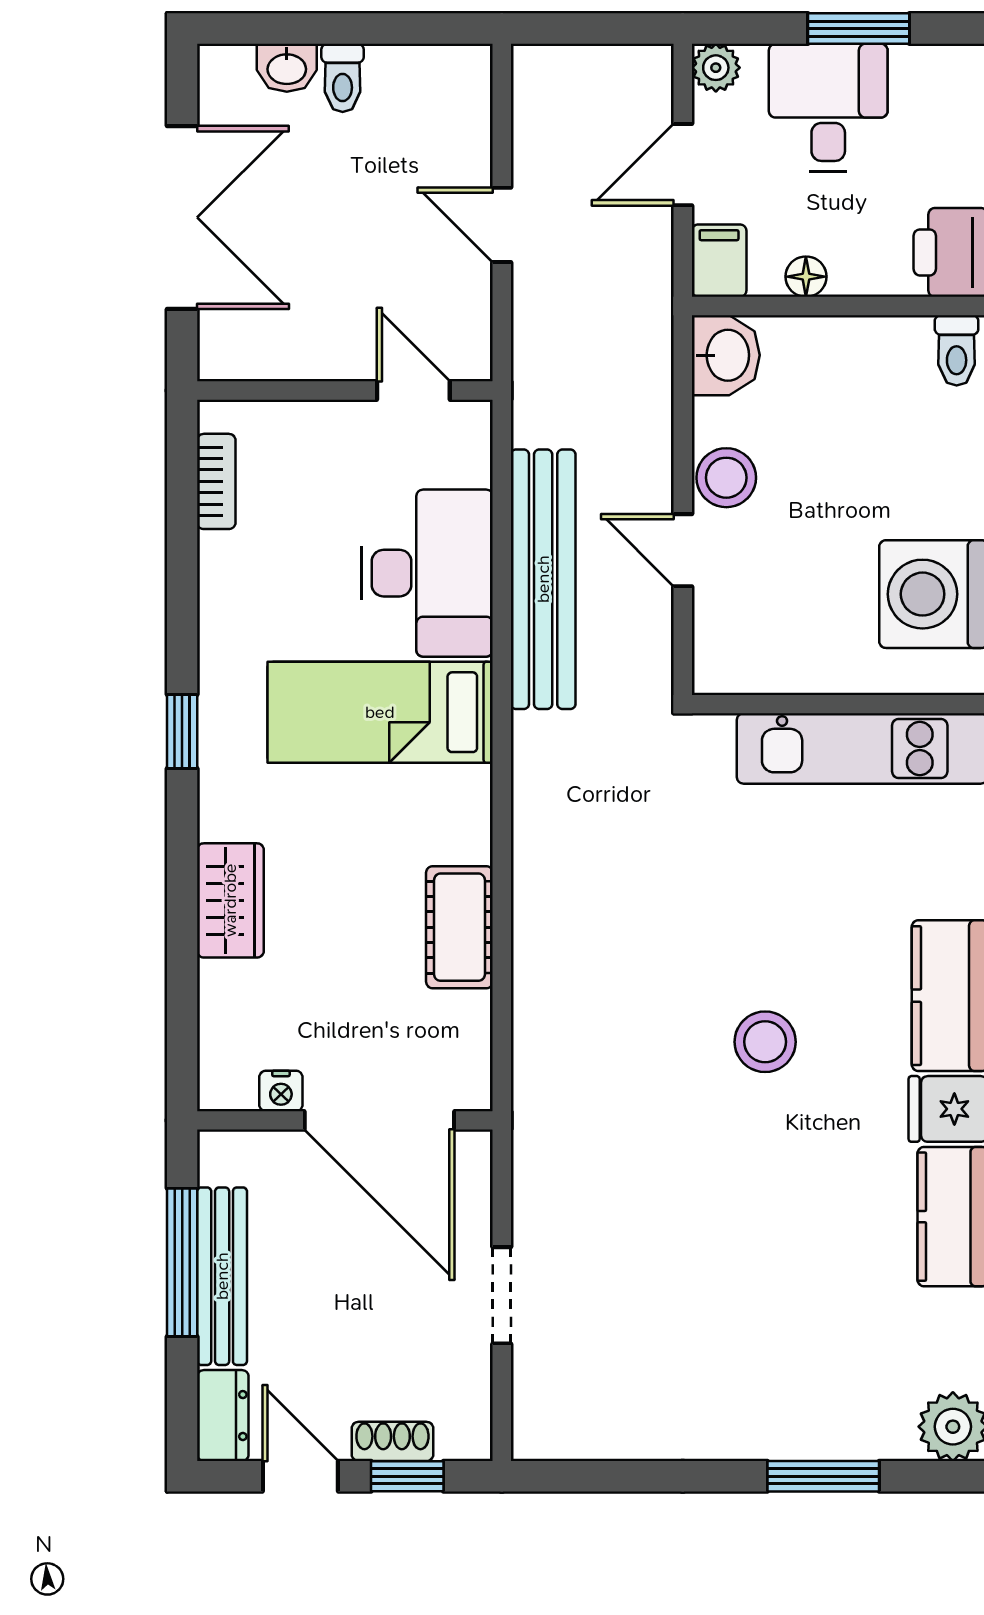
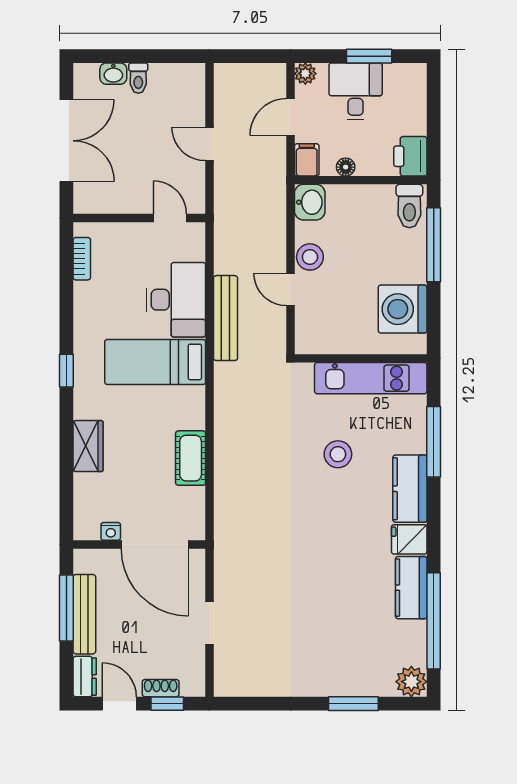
toilet: (957, 350) -> (409, 206), width x1.37, depth x1.39
bench: (543, 579) -> (225, 318), width x0.73, depth x0.82
stool: (765, 1042) -> (338, 454), moved

